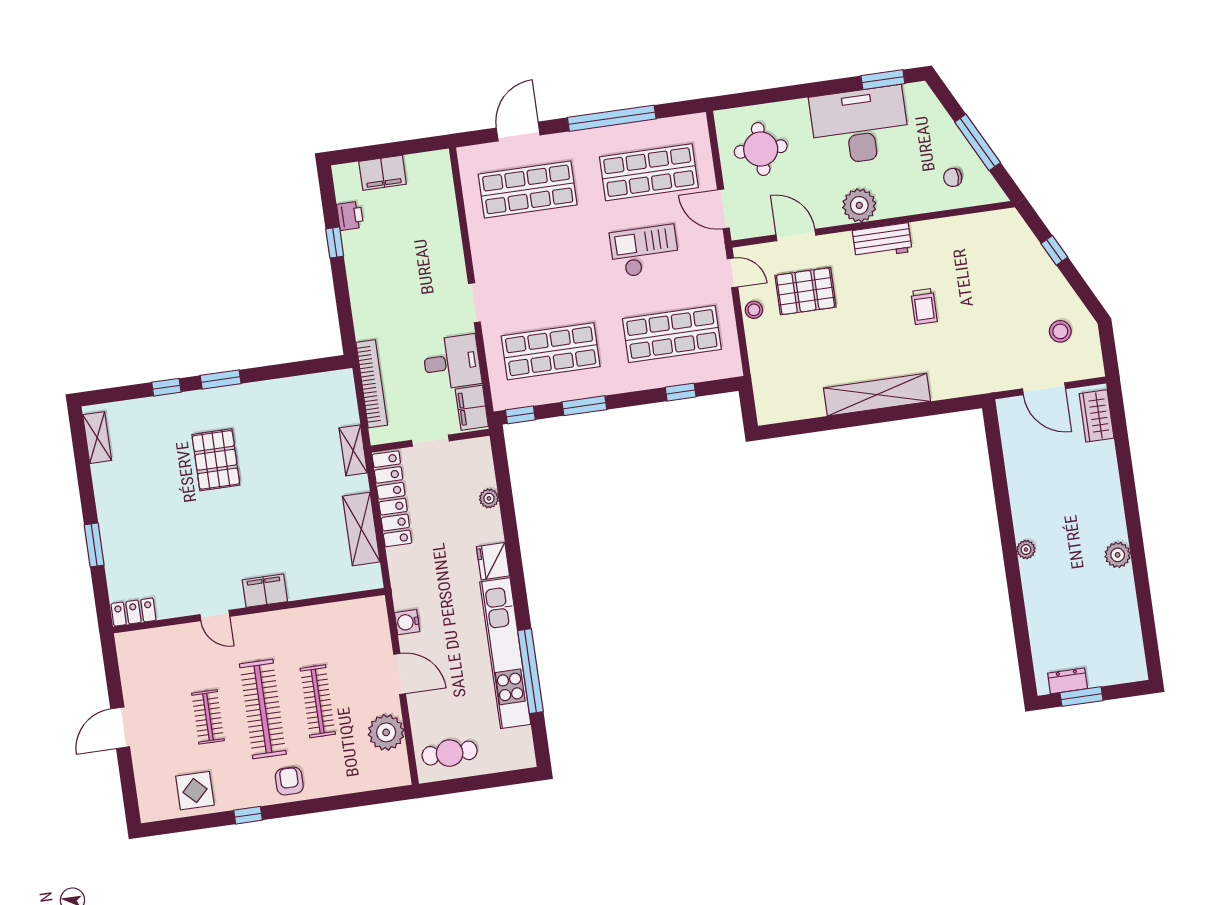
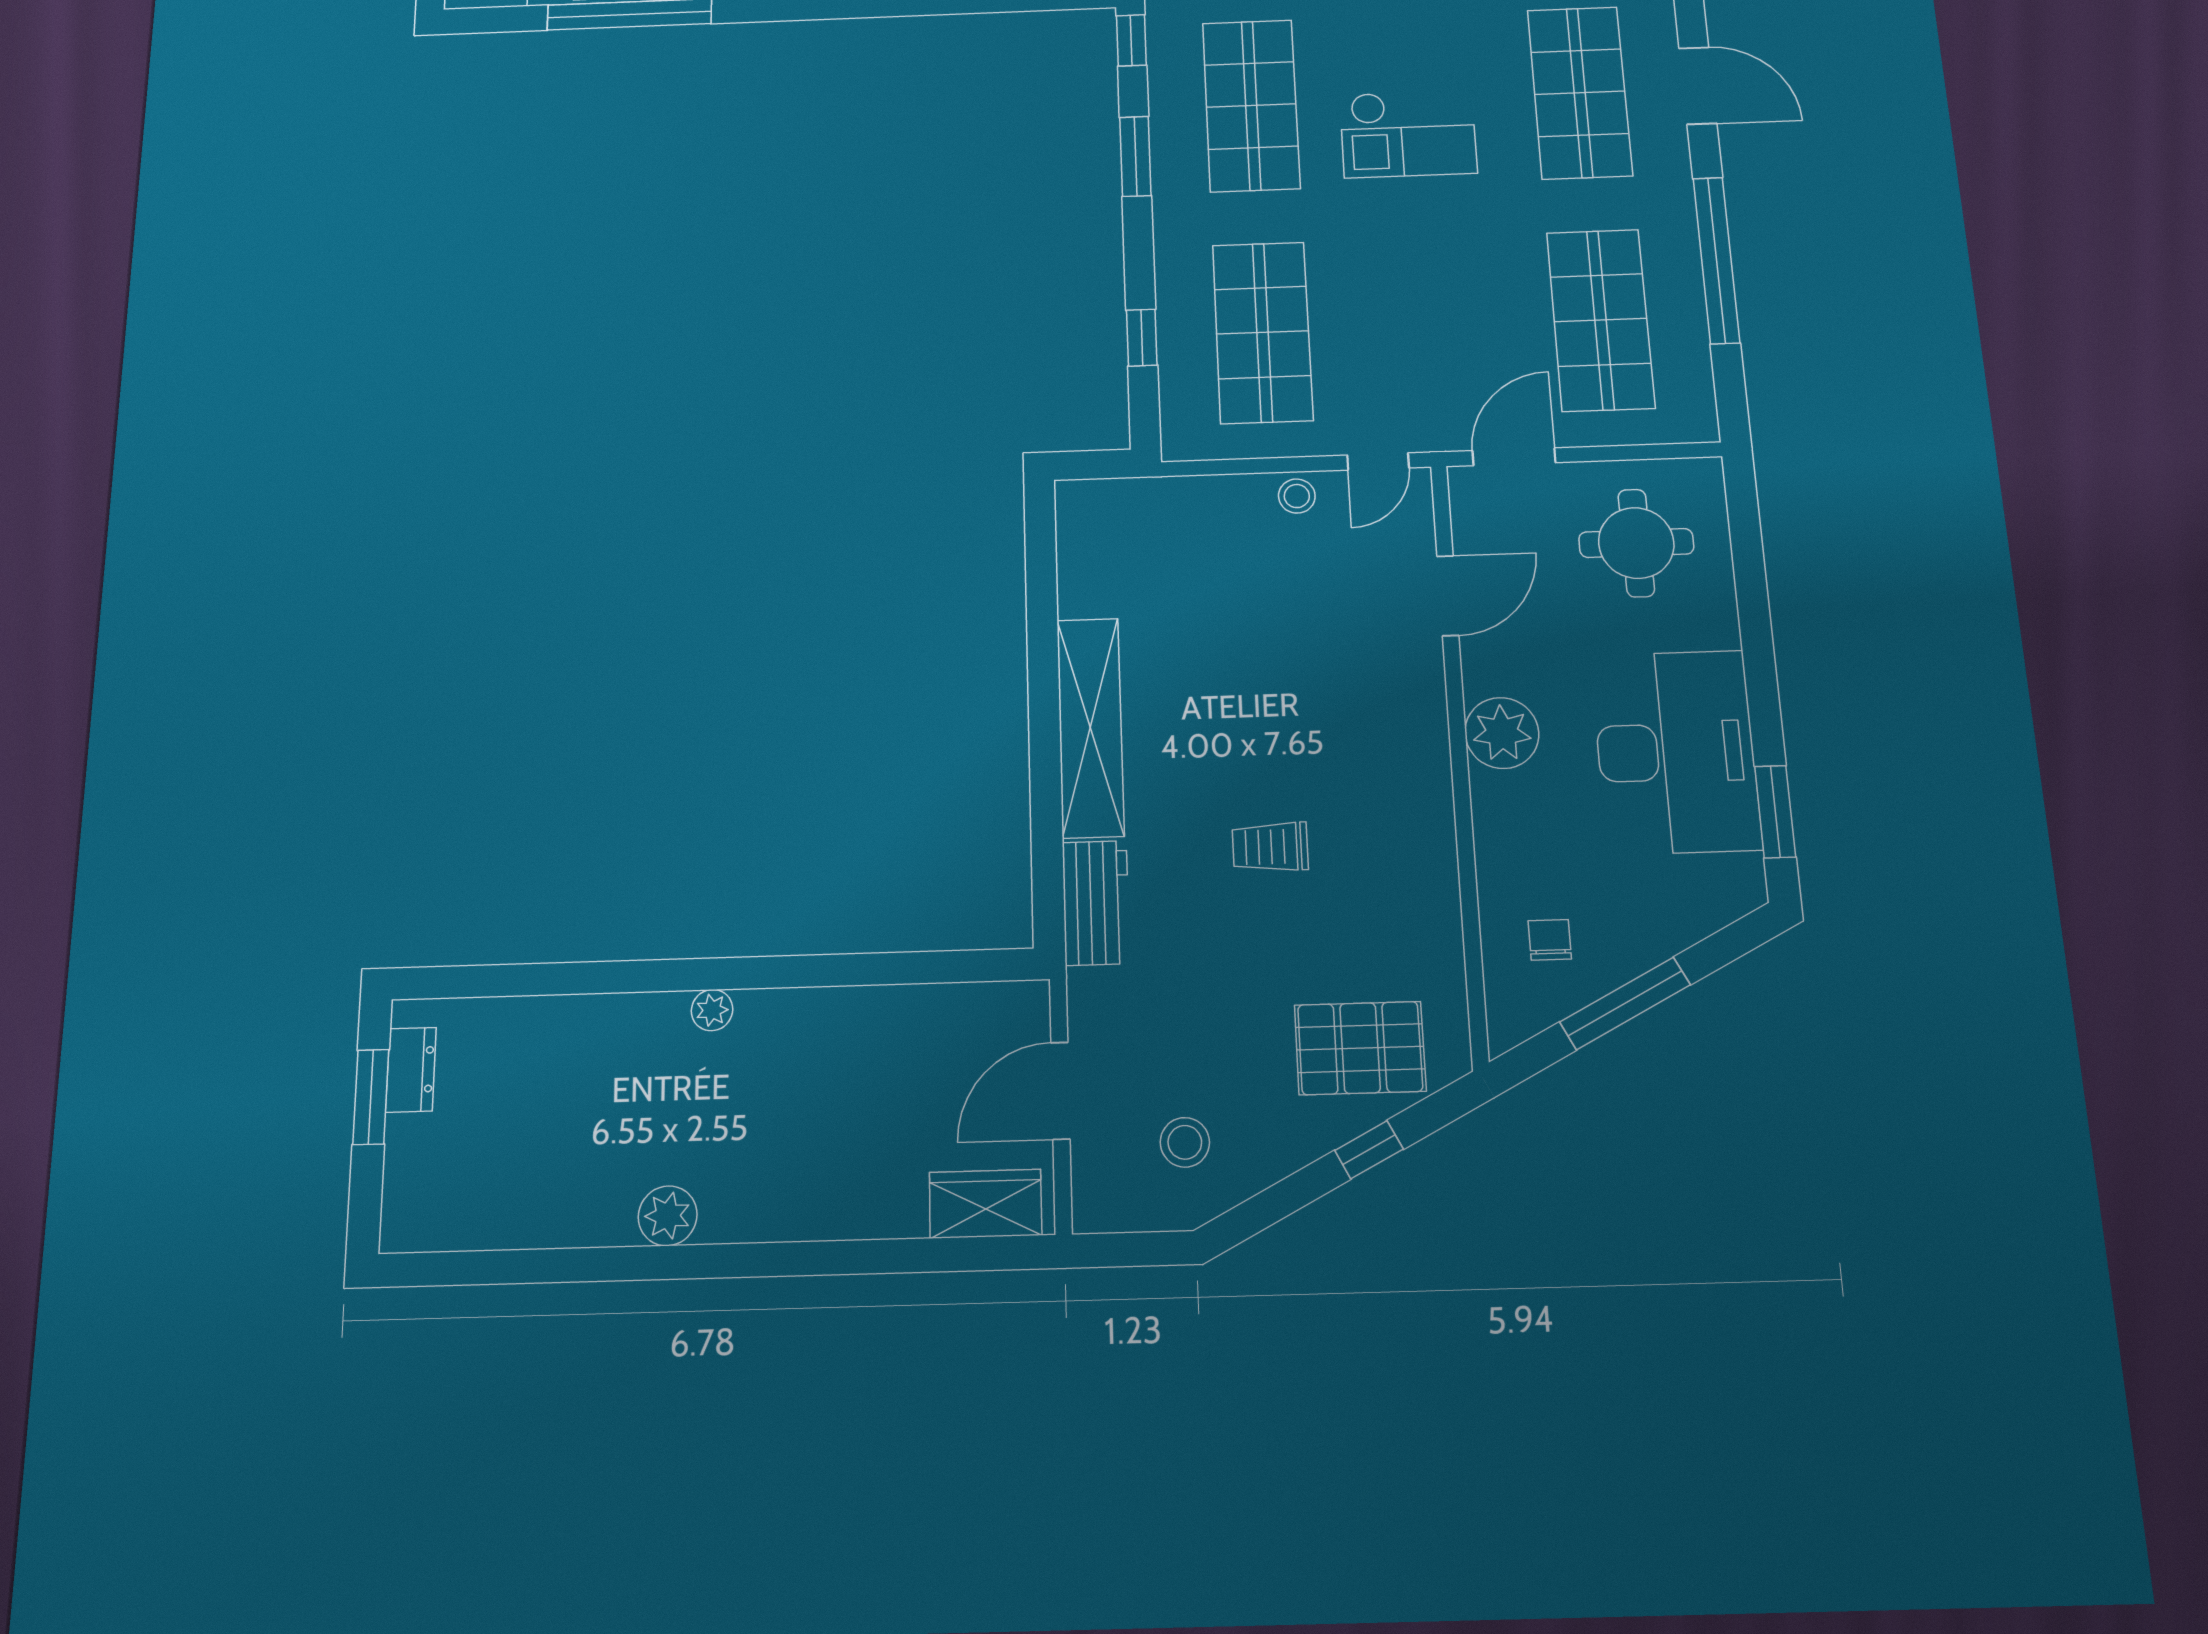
workbench: (882, 241) -> (1096, 903), moved, turned 180
checkout: (645, 251) -> (1408, 134), moved, turned 90
pallet: (805, 291) -> (1360, 1048), moved, turned 90

